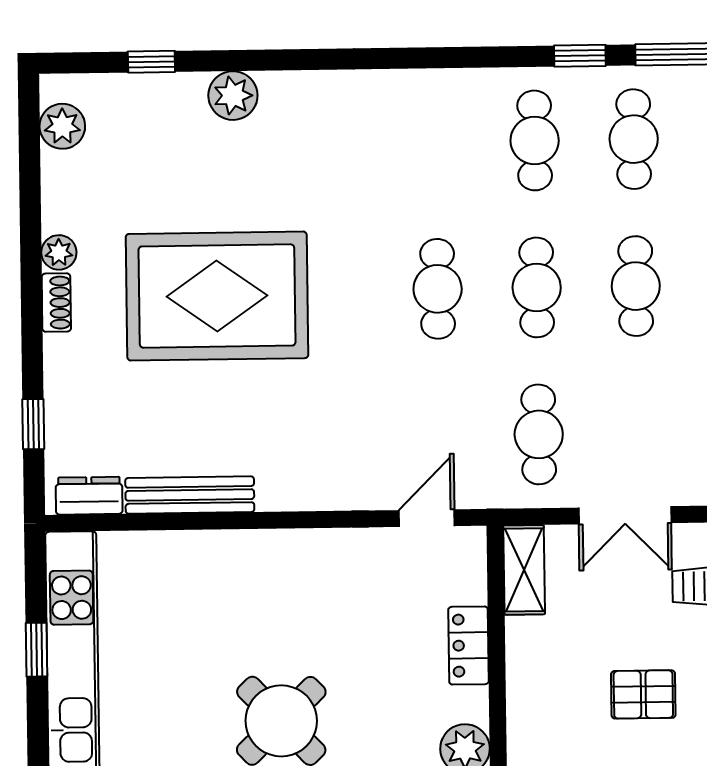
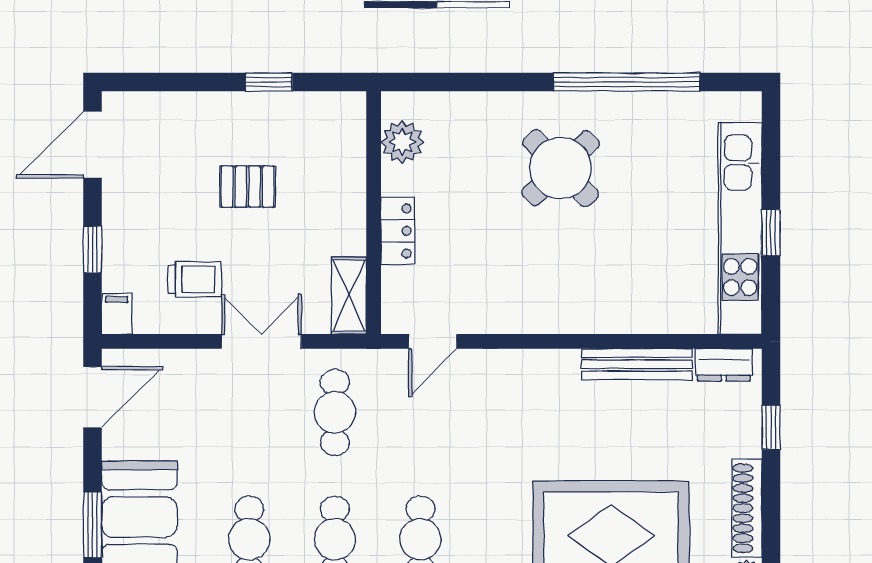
shoe rack: (56, 303) -> (747, 508), width x1.94, depth x1.24

